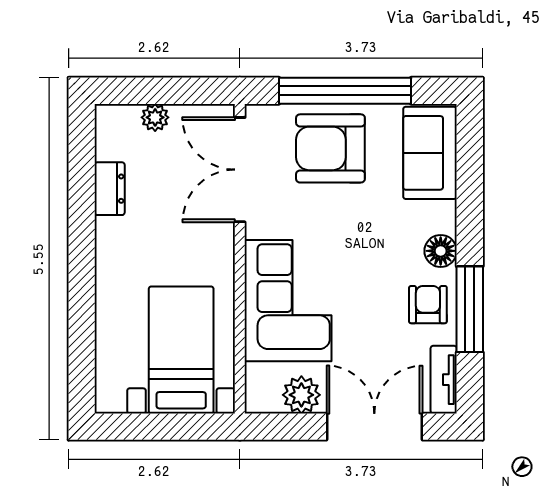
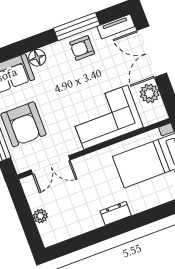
double door: (240, 170) -> (50, 165), width x0.73
dresser: (110, 189) -> (116, 213), moved
floor lamp: (441, 251) -> (37, 58), moved

